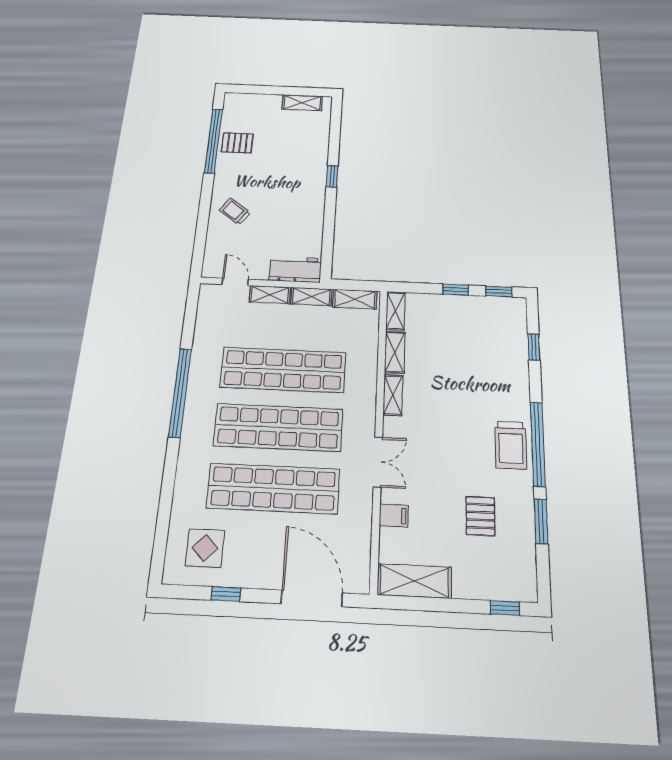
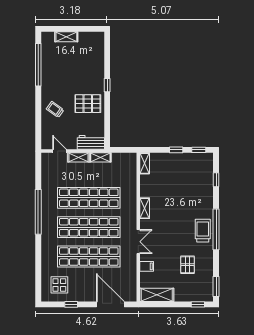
shelving: (302, 103) -> (66, 37), moved
pallet: (237, 143) -> (88, 104), moved, width x1.50, depth x1.42
shelving: (355, 299) -> (123, 158), removed
shelving: (395, 352) -> (145, 186), removed
trolley: (511, 445) -> (203, 231), turned 180
window: (541, 521) -> (216, 287), moved

